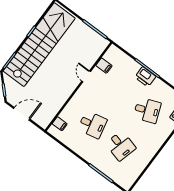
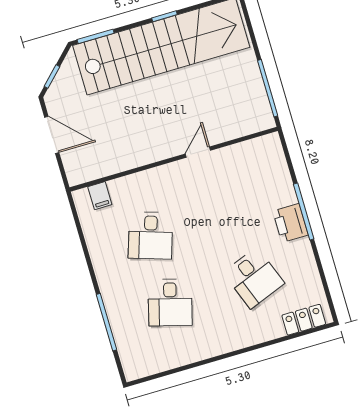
filing cabinet: (104, 66) -> (239, 156), removed
desk: (92, 125) -> (151, 236), turned 30

